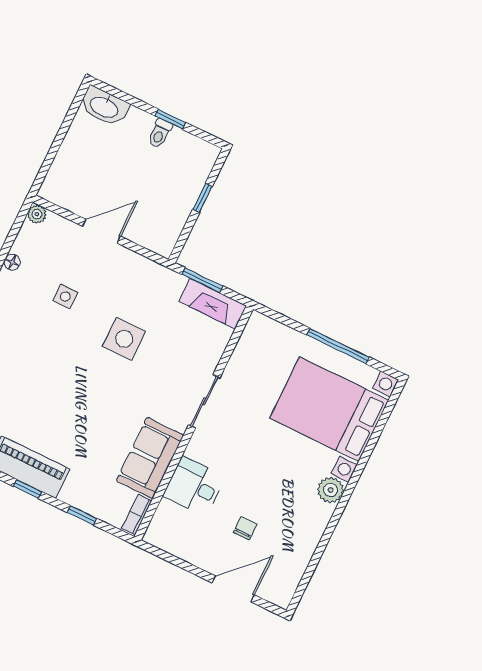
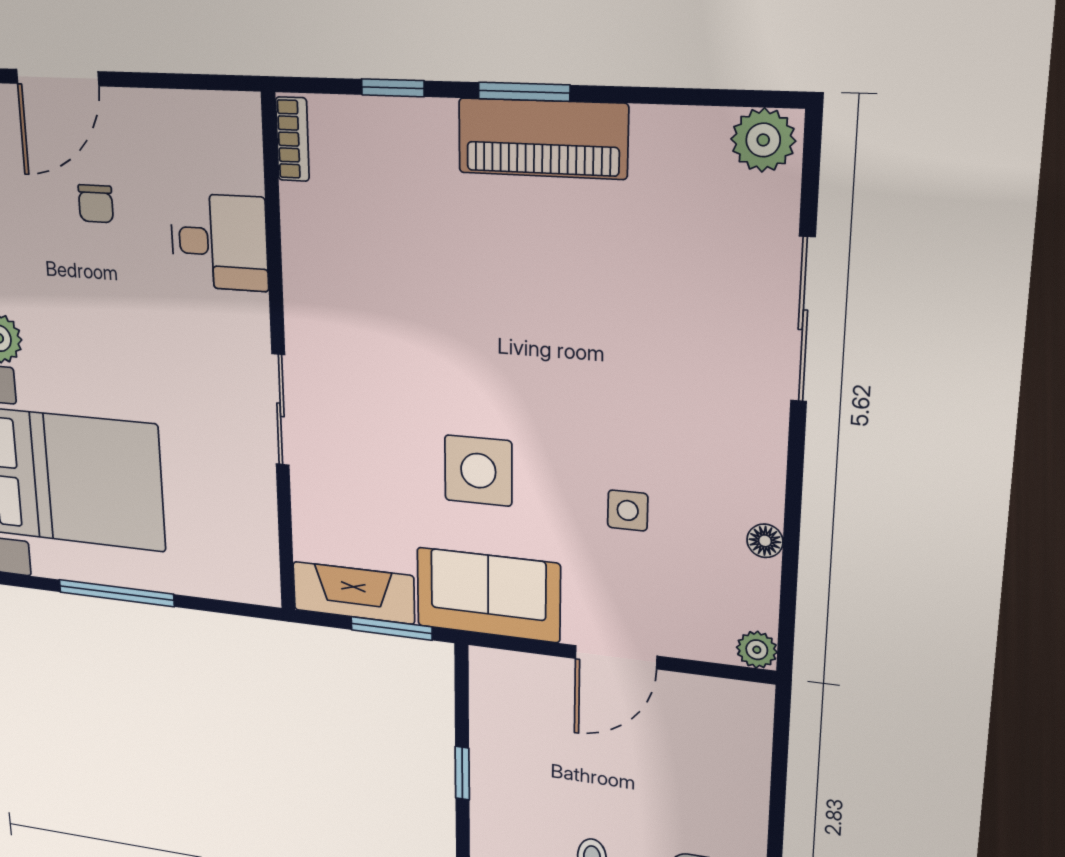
sofa: (150, 458) -> (488, 595), moved, turned -90
window: (27, 489) -> (524, 92), width x1.50

